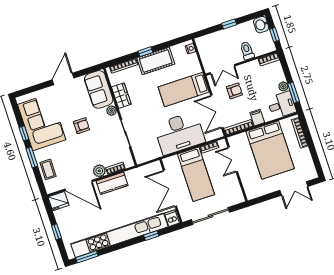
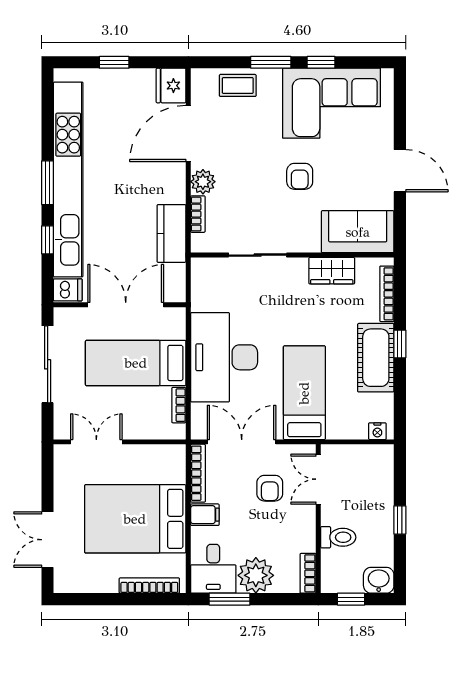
plant: (283, 86) -> (256, 575), width x1.87, depth x1.87
plant: (112, 111) -> (309, 243), removed
double door: (233, 159) -> (96, 442), moved
kitchen counter: (112, 183) -> (171, 233), moved
window: (87, 257) -> (48, 183), moved

